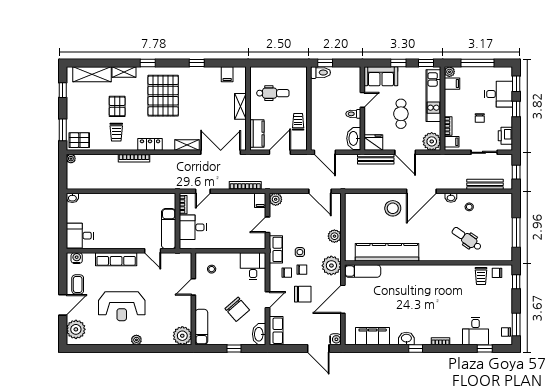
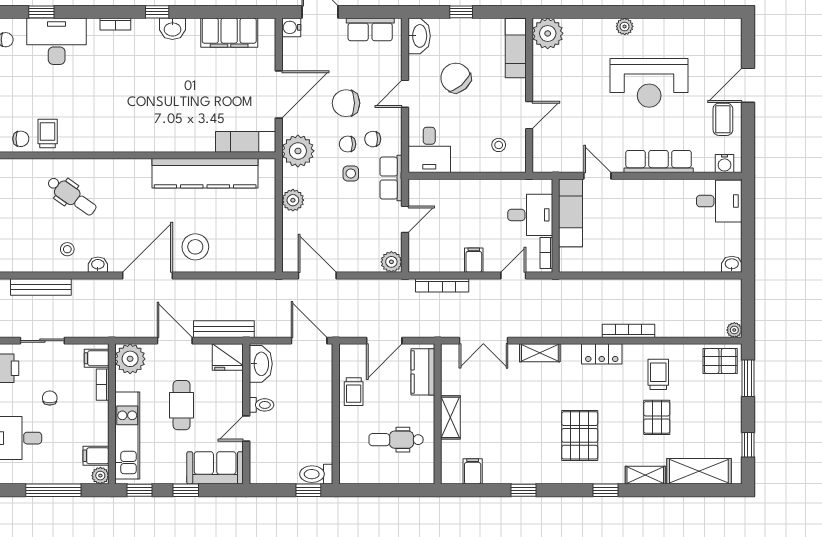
pallet: (163, 96) -> (580, 435), width x0.73, depth x0.71
double door: (221, 152) -> (483, 341), width x0.73
filing cabinet: (260, 200) -> (474, 260), moved
reception desk: (122, 306) -> (649, 83), turned 180
plant: (76, 329) -> (726, 44), removed
row of seats: (276, 331) -> (370, 29), moved, turned -90
desk: (476, 331) -> (57, 41), width x1.37

